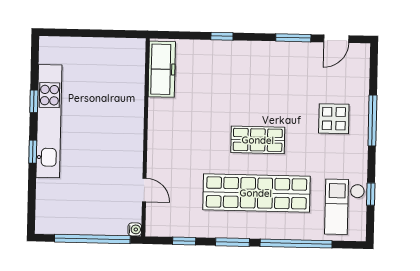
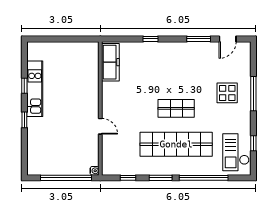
kitchen unit: (49, 121) -> (35, 89), width x0.73
door: (144, 190) -> (100, 126), moved

